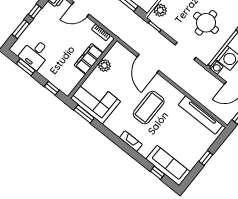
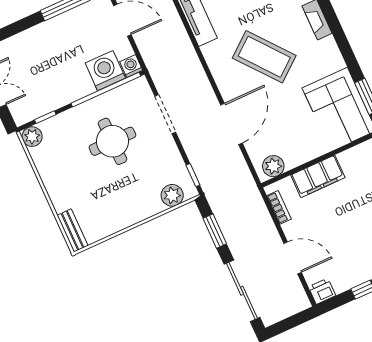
plant: (104, 66) -> (273, 166), moved
coffee table: (149, 108) -> (264, 57), turned 51

